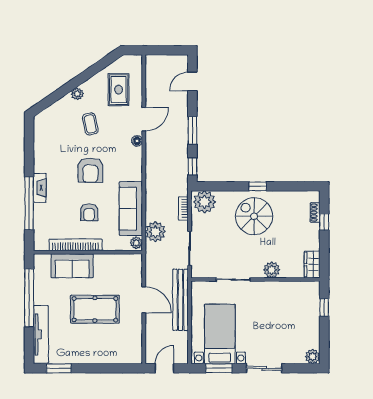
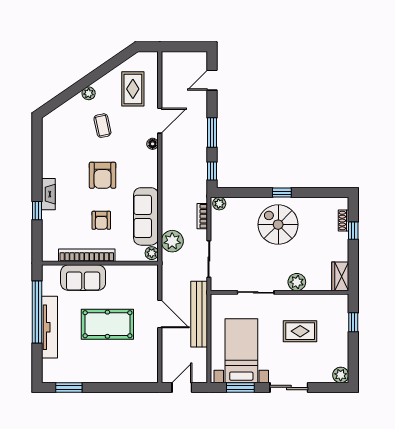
plant: (204, 202) -> (219, 204), width x0.53, depth x0.53
window: (29, 203) -> (37, 211), width x0.32
rug: (275, 316) -> (300, 331), added
tv unit: (41, 334) -> (50, 327), moved

